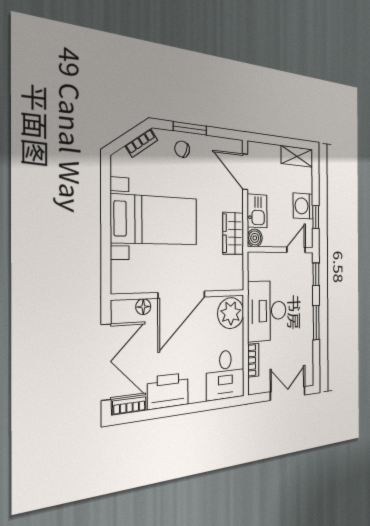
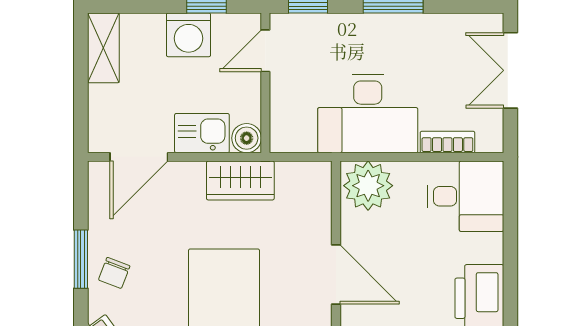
door: (296, 250) -> (265, 51), hinge flipped
door: (182, 295) -> (336, 275), width x0.73

